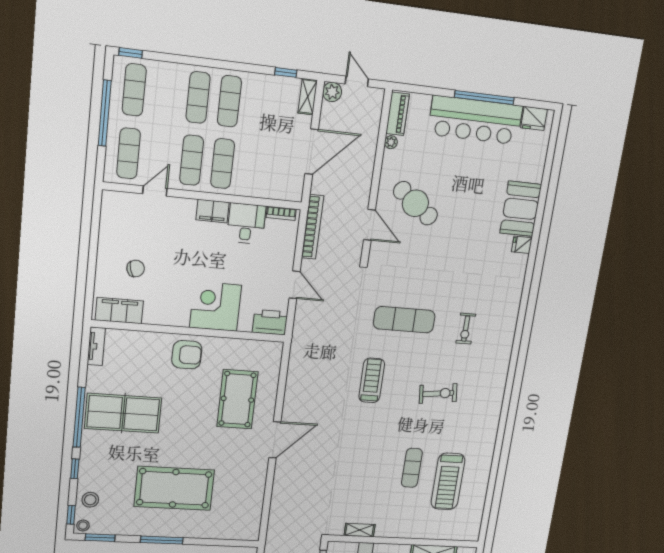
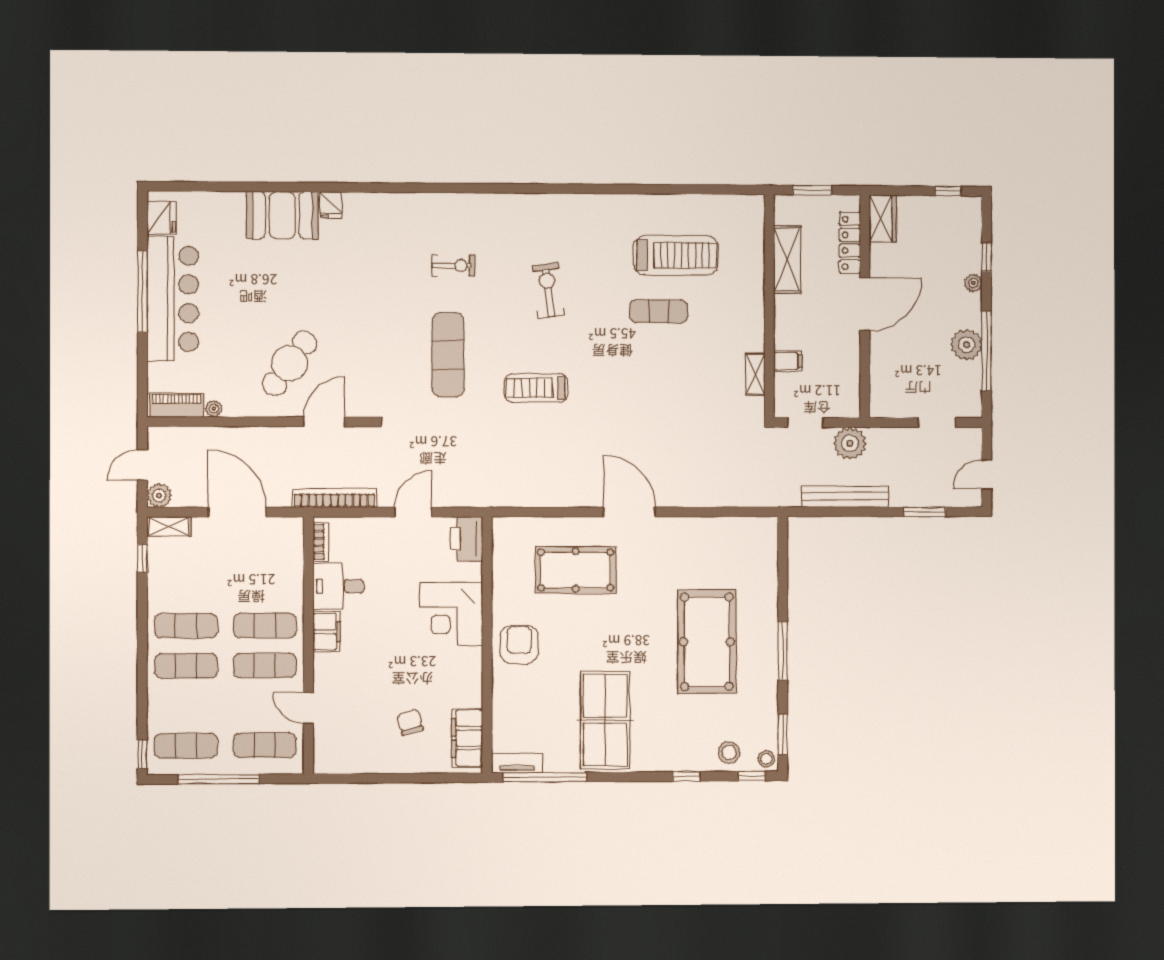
window: (79, 417) -> (545, 777), moved

